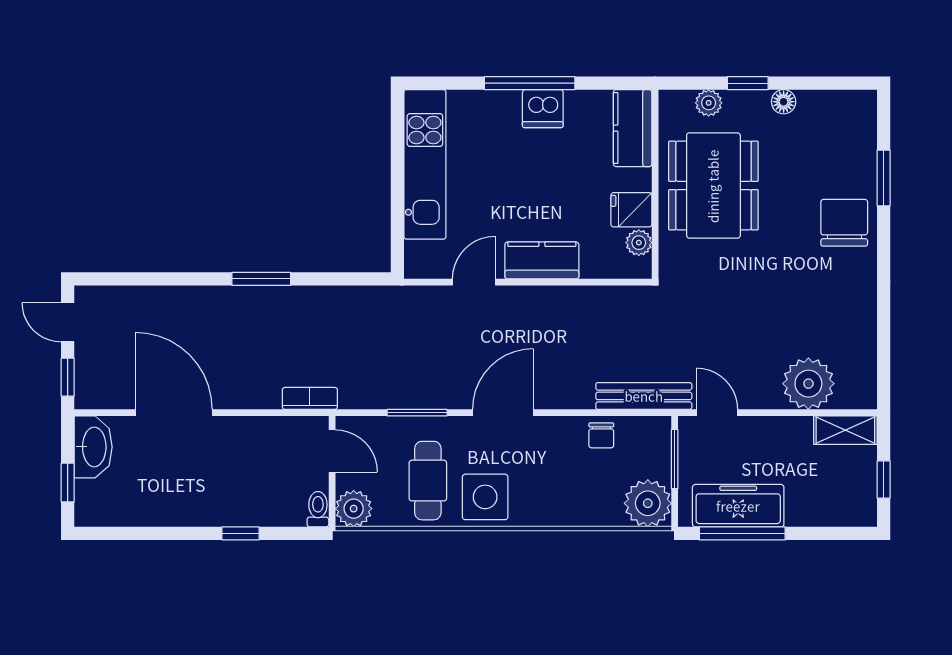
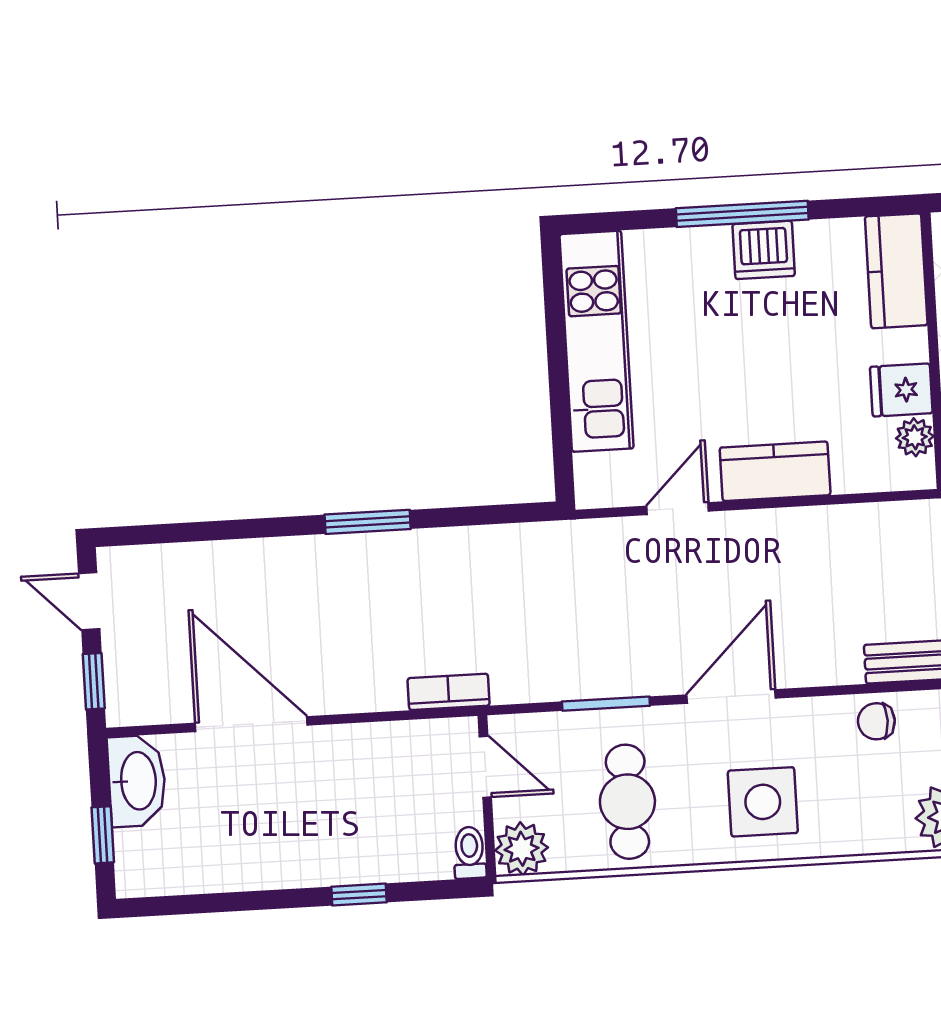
chair: (601, 435) -> (876, 721), turned 90
side table: (485, 497) -> (763, 802), moved

